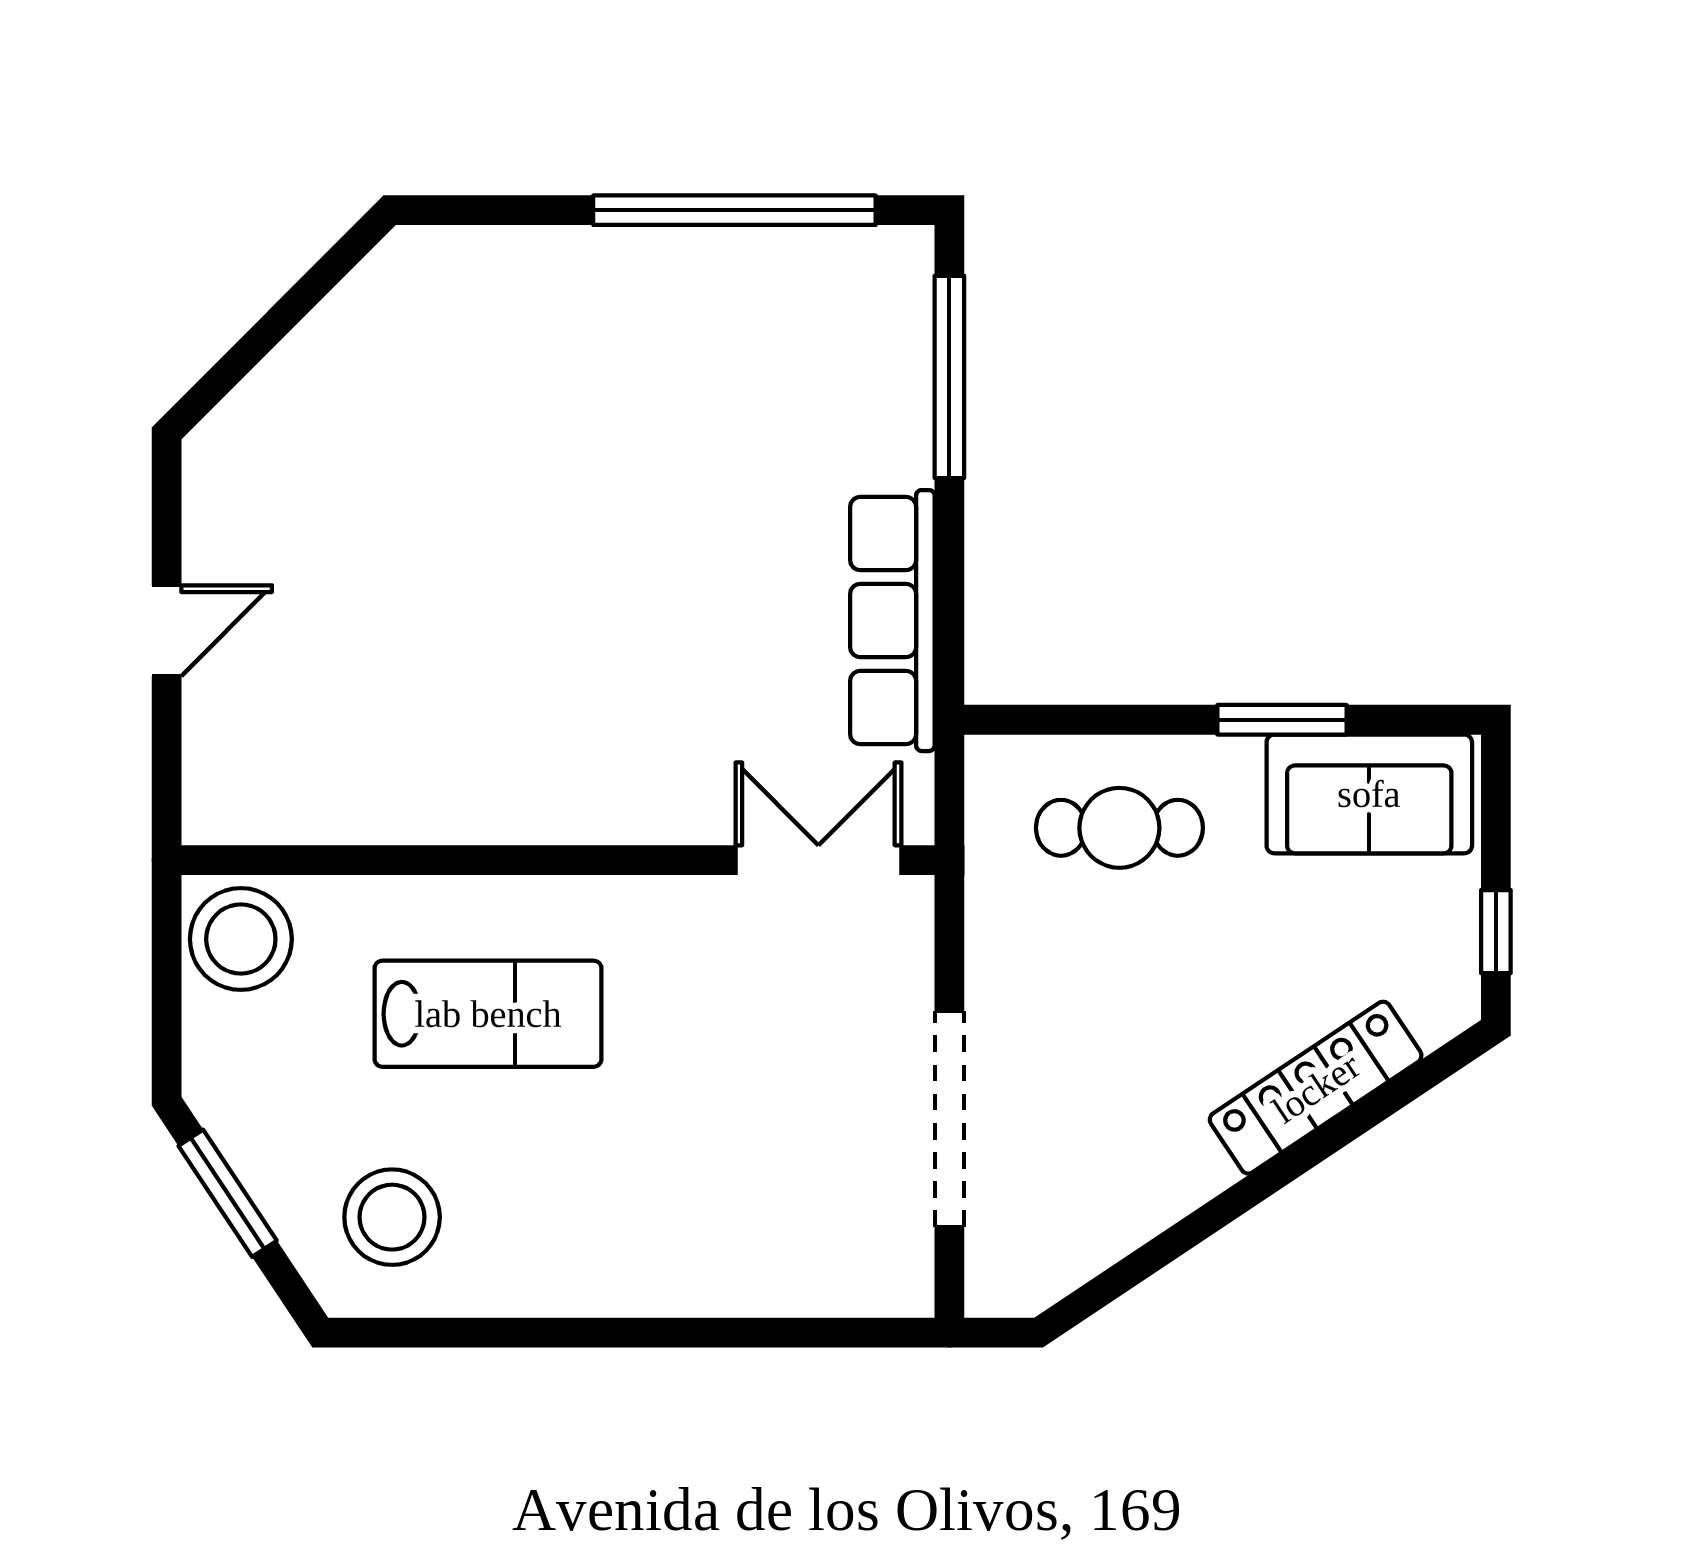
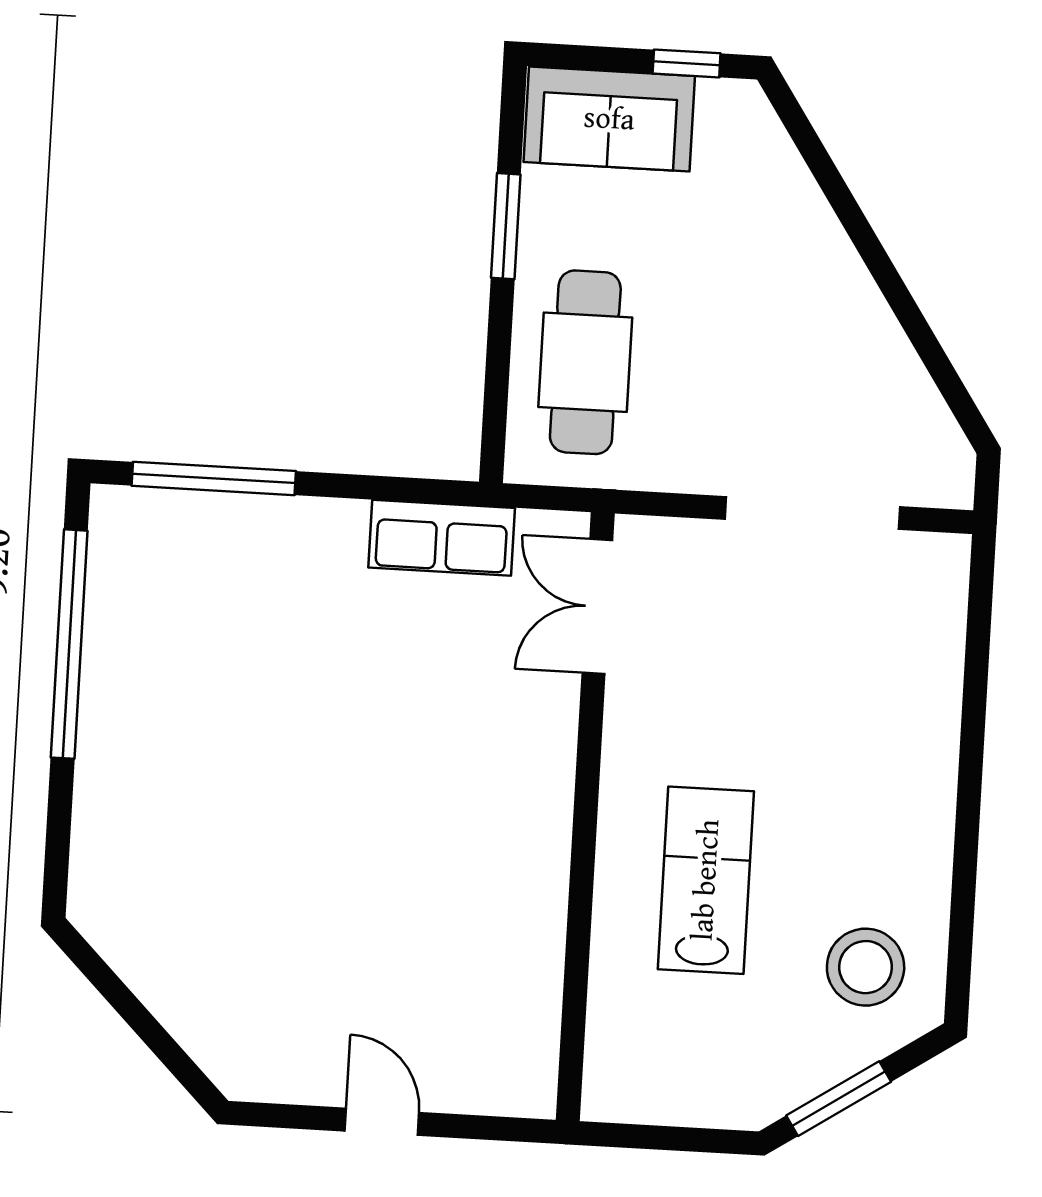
row of seats: (892, 621) -> (442, 538), width x0.68
sofa: (1369, 794) -> (609, 119), moved, turned 90
cafe table: (1119, 828) -> (585, 362), width x1.37, depth x1.35
stool: (241, 939) -> (634, 1076), removed
locker: (1316, 1088) -> (804, 216), removed

